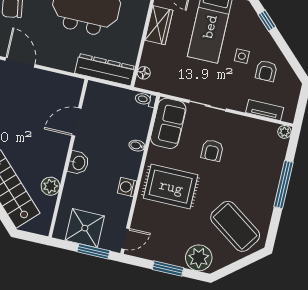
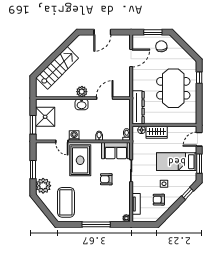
wardrobe: (159, 25) -> (157, 132), moved
door: (77, 122) -> (105, 98), hinge flipped
plant: (50, 186) -> (82, 92), moved
coffee table: (235, 226) -> (66, 202), turned -35
door: (125, 239) -> (62, 141), moved

